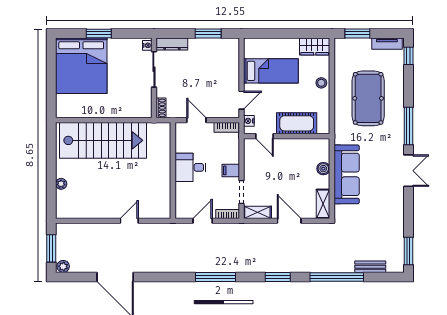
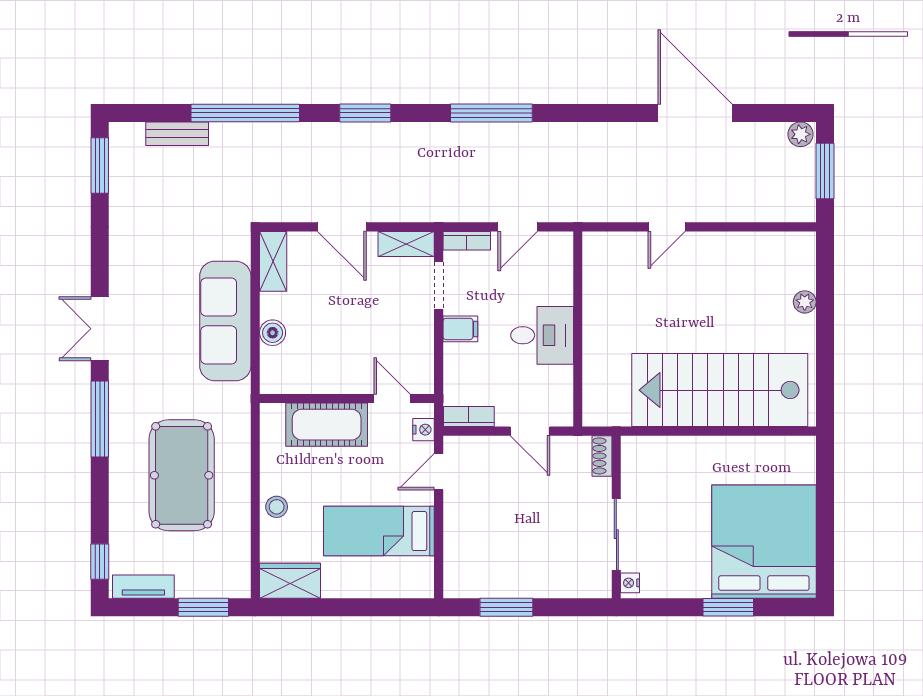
dresser: (172, 44) -> (580, 586), removed

